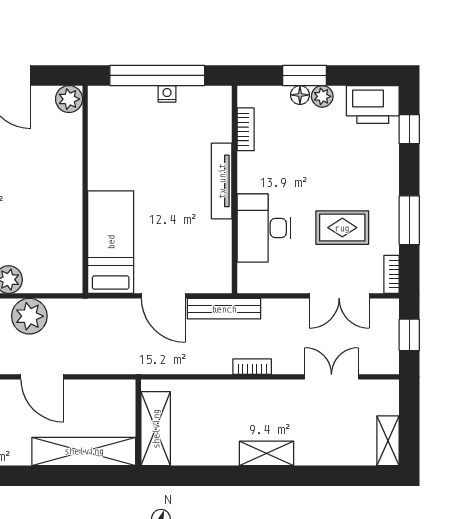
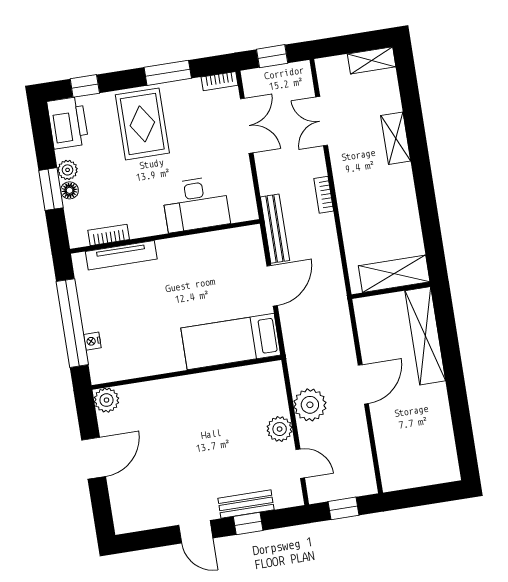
nightstand: (167, 94) -> (92, 341), moved
tv unit: (222, 181) -> (121, 255), moved
rug: (342, 228) -> (142, 124), moved, width x1.36, depth x1.43
shelving: (267, 453) -> (396, 138), moved

